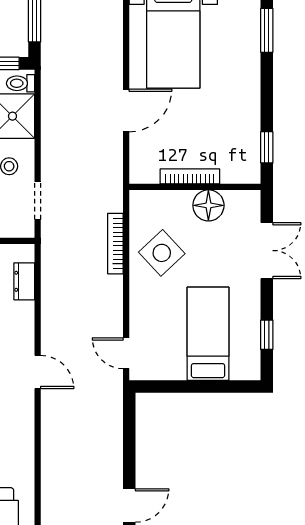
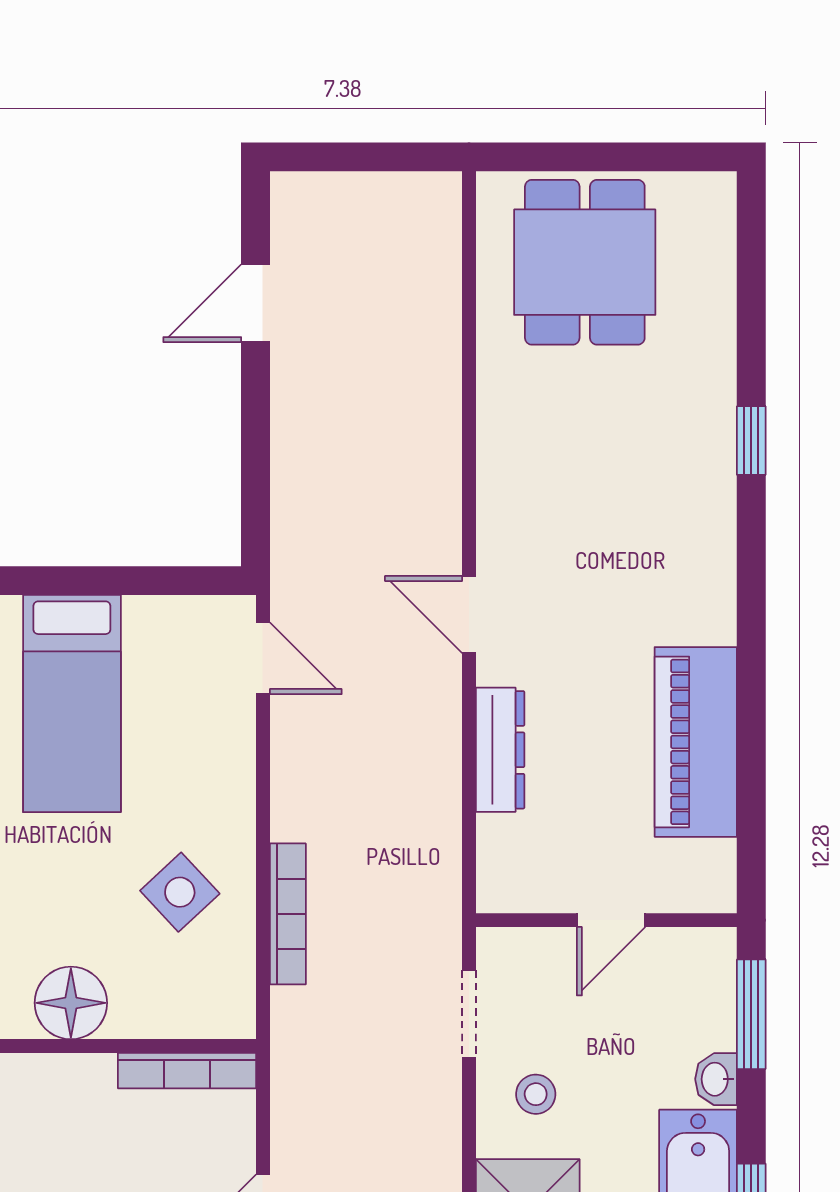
bookcase: (190, 176) -> (187, 1071), moved
side table: (162, 253) -> (180, 892), width x0.73, depth x0.73
dresser: (24, 281) -> (500, 750), moved, width x1.44

